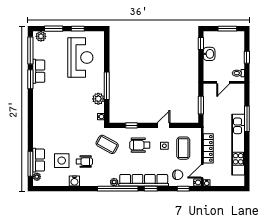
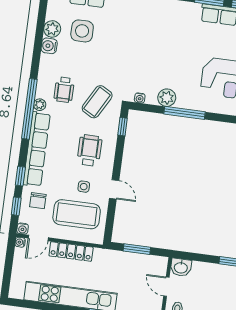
washbasin: (209, 54) -> (181, 267), moved
window: (132, 125) -> (123, 127), moved
coffee table: (183, 148) -> (77, 214), width x1.36, depth x1.32
wheelchair: (84, 162) -> (64, 90), moved
door: (202, 171) -> (38, 238), swing flipped
plant: (63, 180) -> (52, 29), added
window: (151, 189) -> (20, 176), moved

